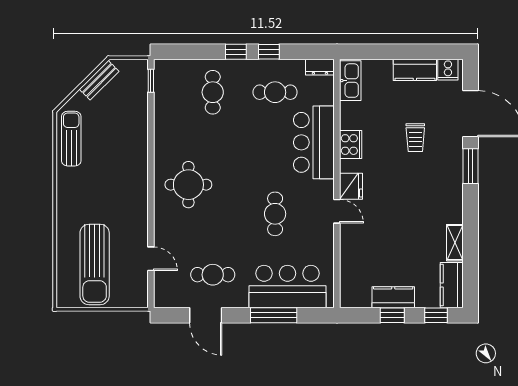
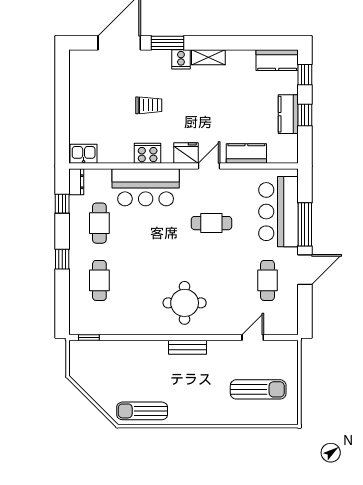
window: (269, 52) -> (62, 204), moved
kitchen counter: (415, 70) -> (246, 154), moved, turned -90
cooker: (448, 70) -> (181, 59), moved, turned 90
bench: (99, 80) -> (187, 347), moved, turned -45
kitchen sink: (350, 81) -> (84, 154), width x0.73
cafe table: (213, 92) -> (99, 280), turned 90
trolley: (415, 138) -> (149, 105), moved
shelving: (455, 243) -> (208, 57), moved
sun lounger: (95, 265) -> (258, 389), width x0.73, depth x0.75
door: (206, 315) -> (305, 270), moved

